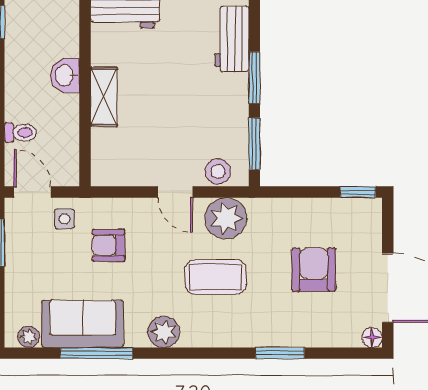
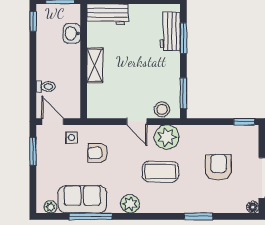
washbasin: (65, 75) -> (72, 33), moved
window: (254, 78) -> (183, 38), moved

